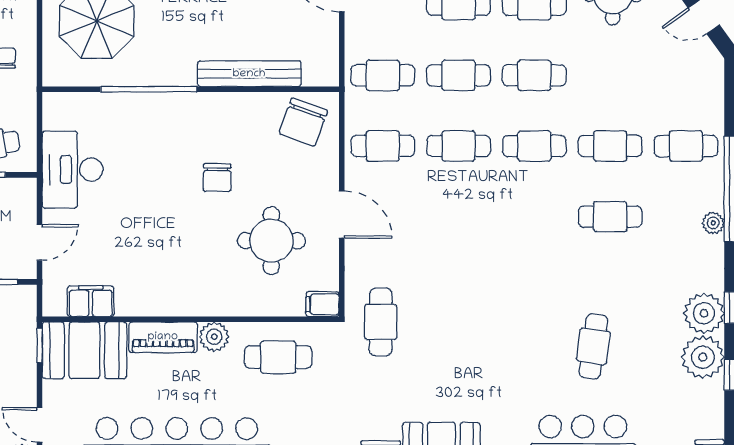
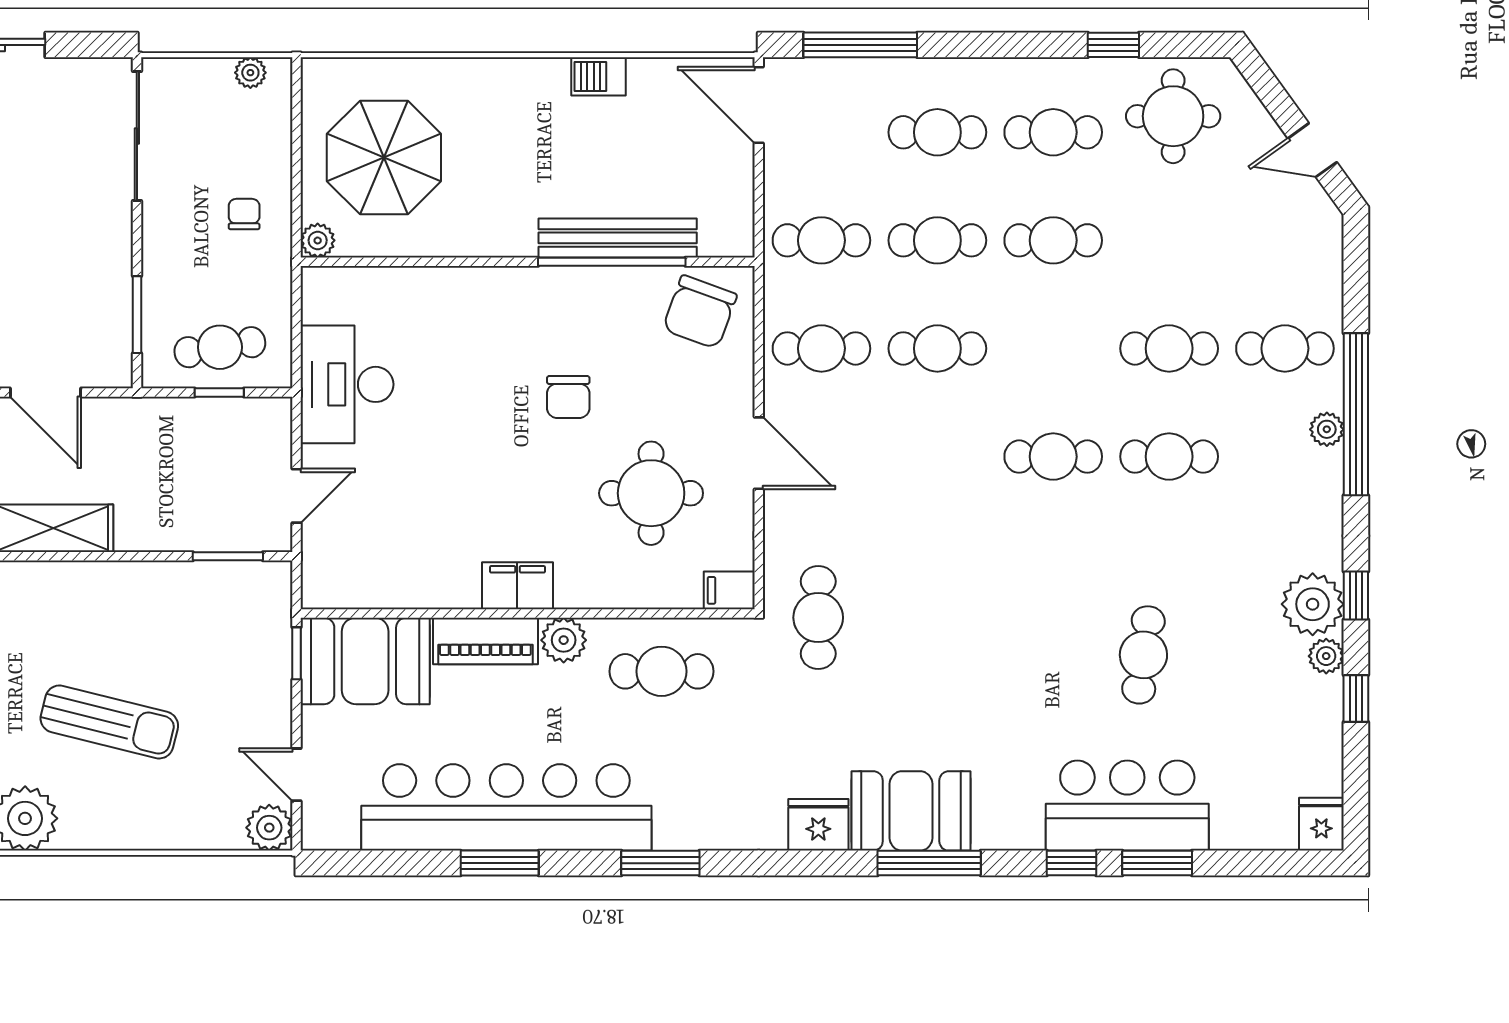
plant: (53, 75) -> (318, 240), added
window: (149, 89) -> (612, 262), moved
cafe table: (534, 146) -> (1053, 457), moved
plant: (713, 223) -> (1327, 429), moved
filing cabinet: (91, 301) -> (517, 586), moved
plant: (703, 357) -> (1326, 656), width x0.53, depth x0.53

